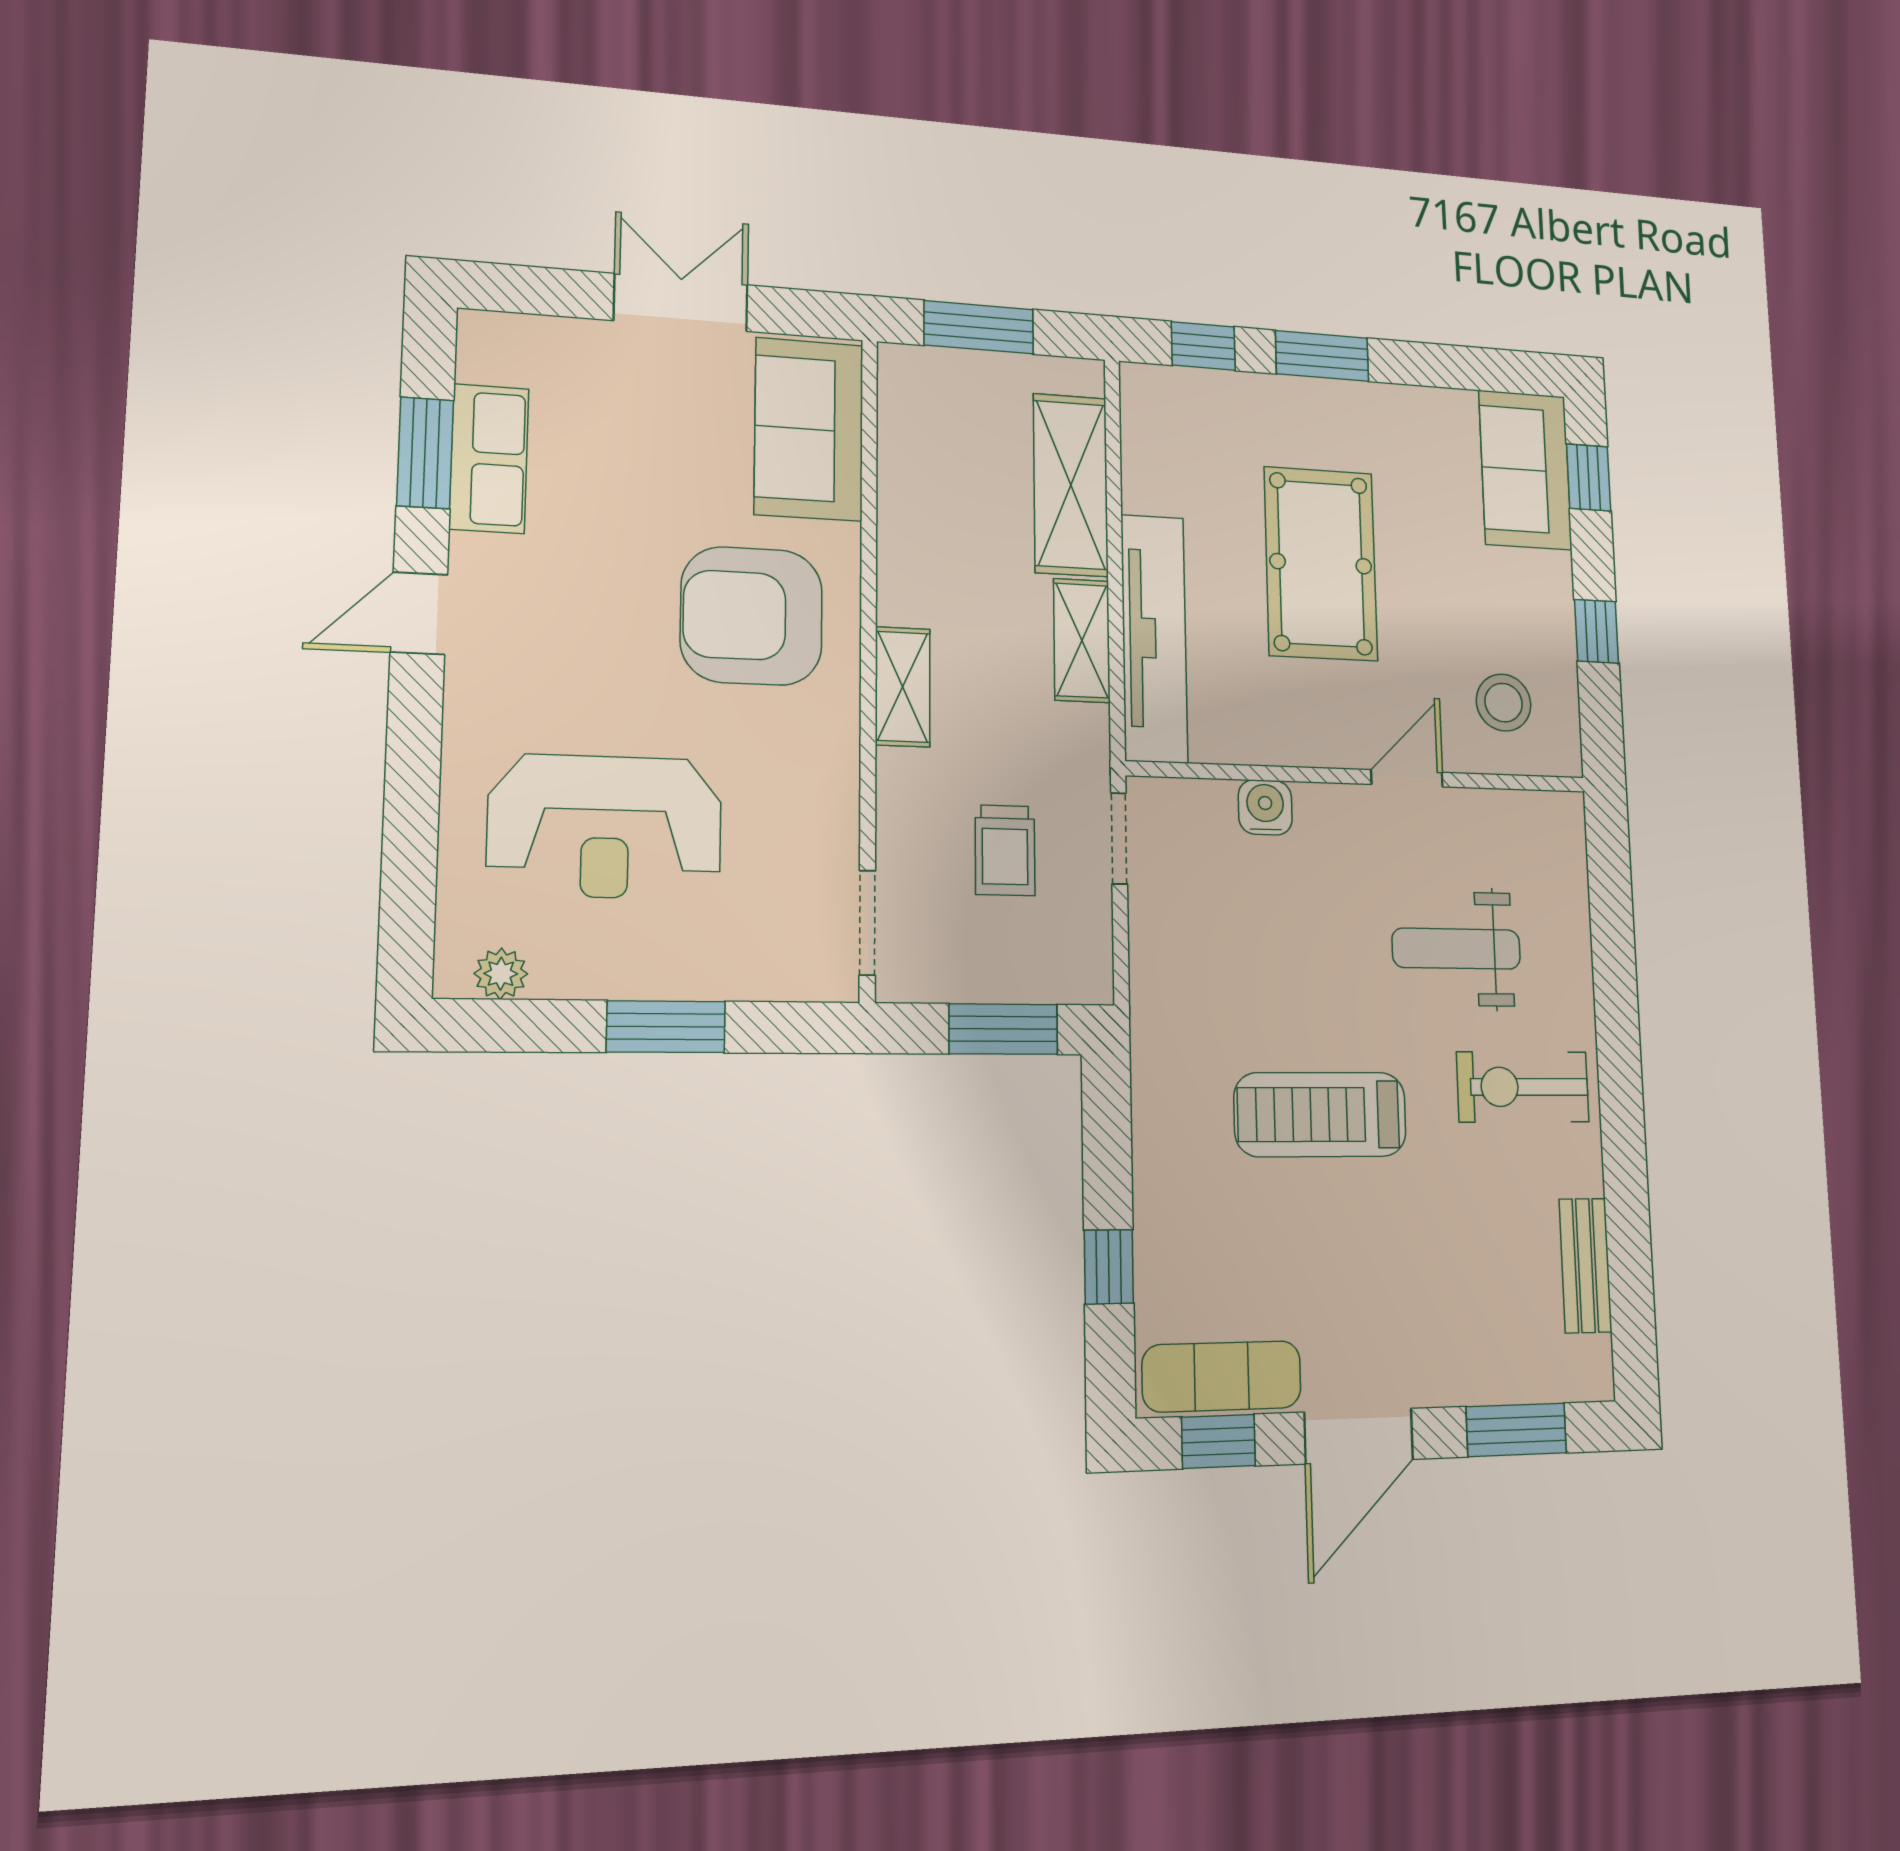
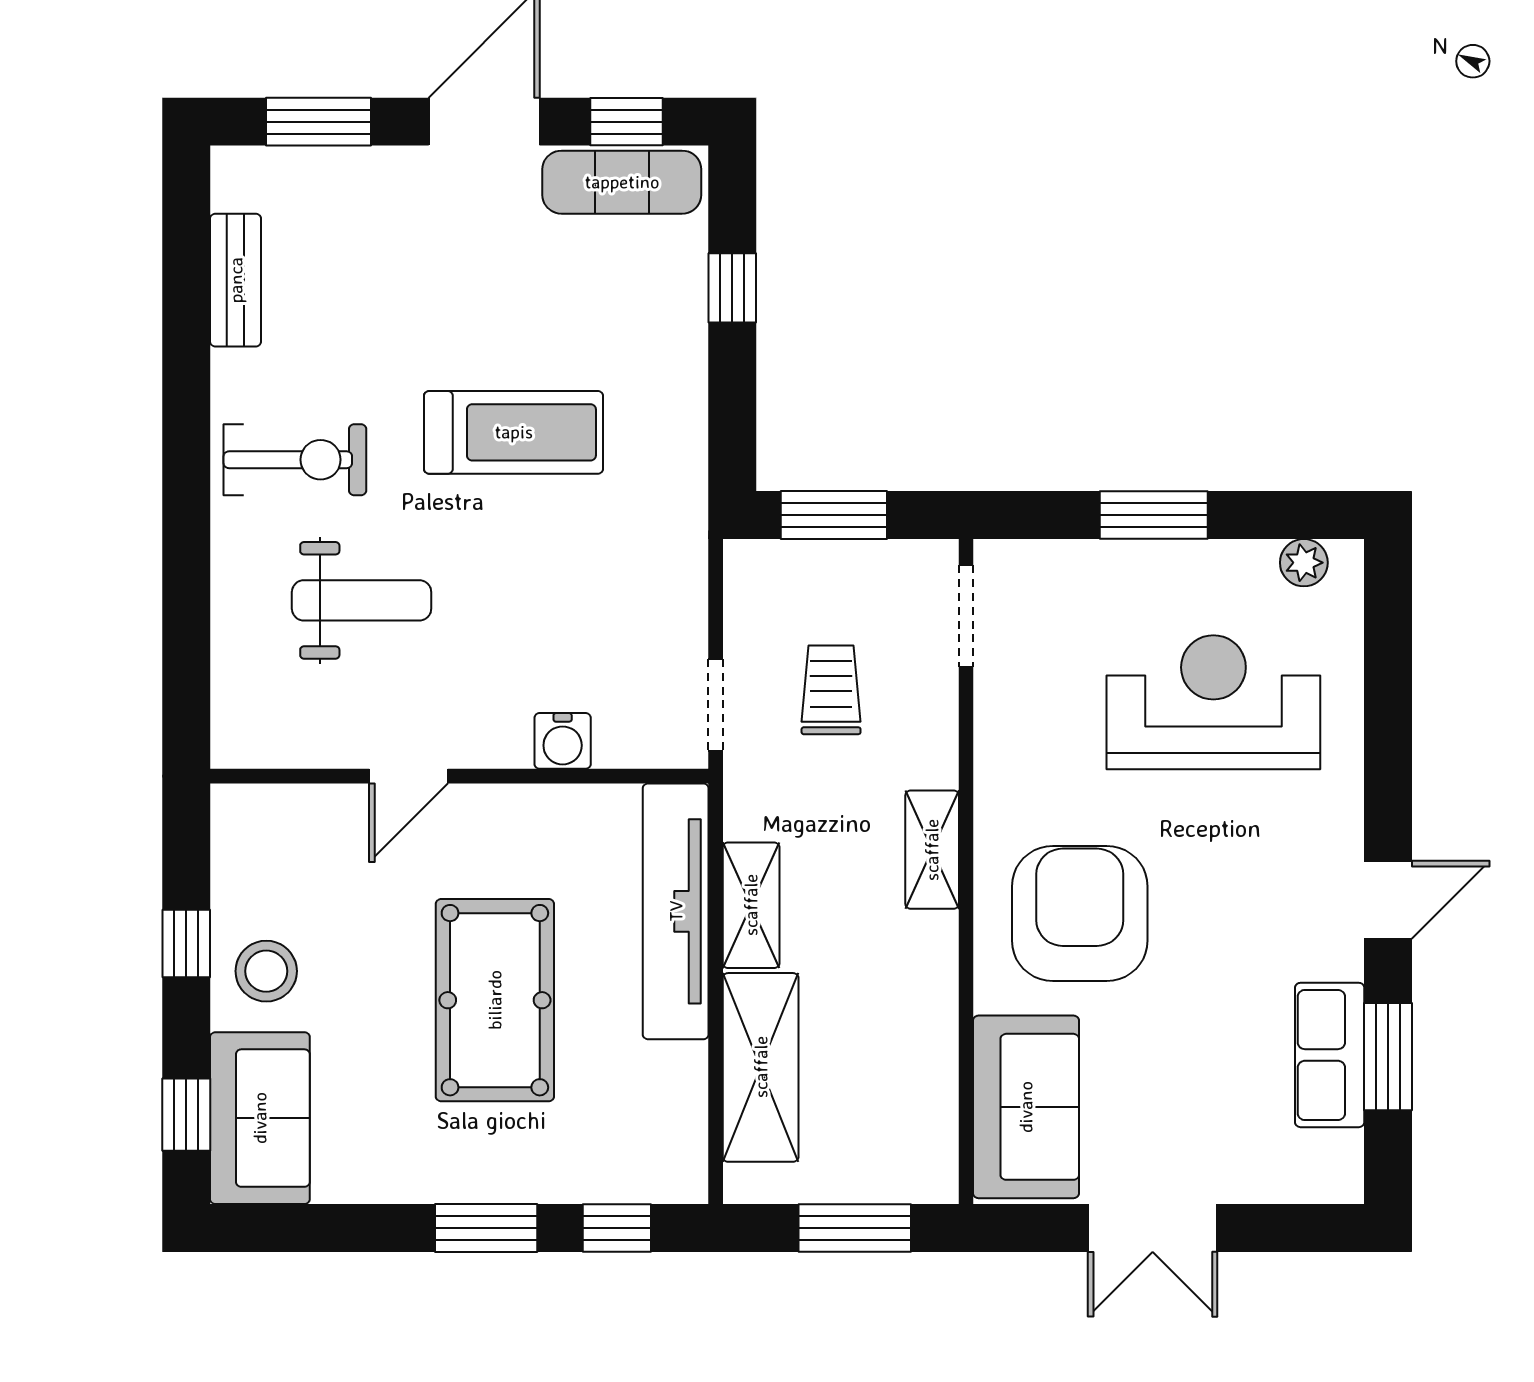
armchair: (752, 616) -> (1080, 913), turned -90
stool: (1504, 703) -> (266, 971), moved

